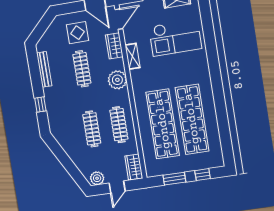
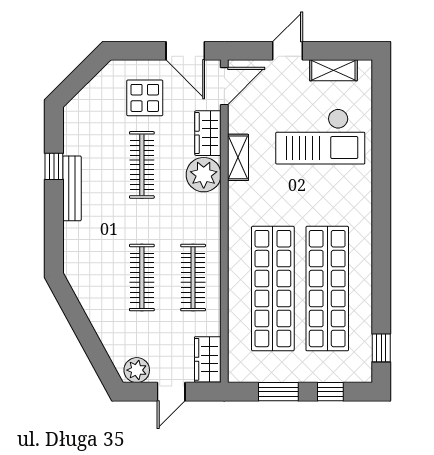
bench: (44, 69) -> (72, 188), moved
plant: (117, 80) -> (204, 175), moved
window: (40, 105) -> (54, 166), moved
window: (227, 147) -> (381, 348), added

